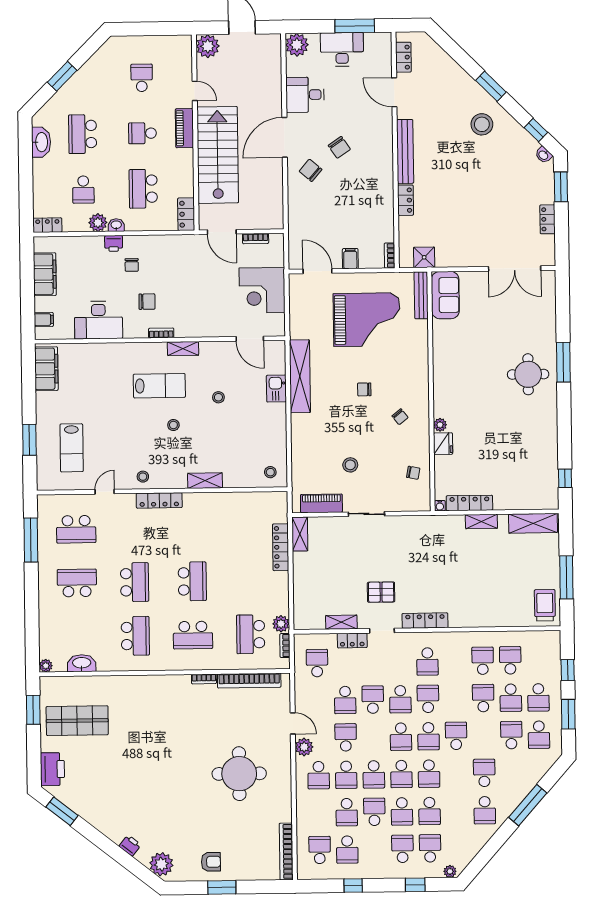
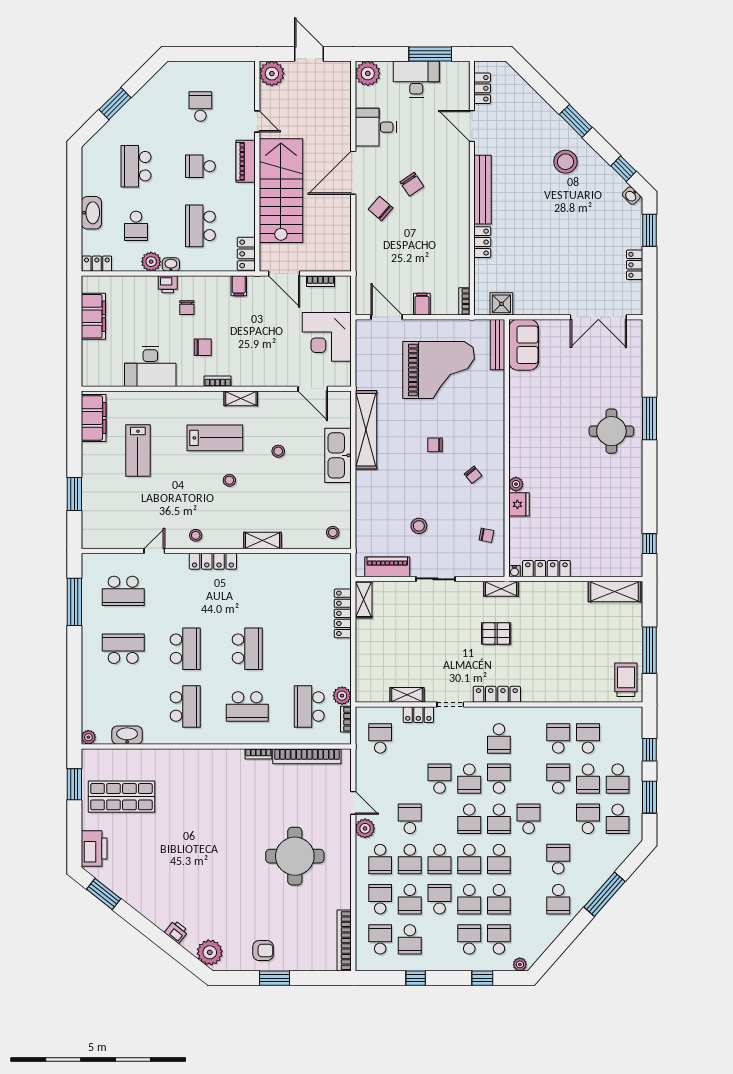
washbasin: (41, 142) -> (91, 213), moved
filing cabinet: (44, 320) -> (239, 286), moved, turned 90
kitchen sink: (276, 389) -> (338, 455), width x1.88, depth x1.24
lab bench: (72, 448) -> (138, 450), moved
shelving: (481, 521) -> (501, 589), moved
pallet: (381, 592) -> (496, 633), moved
school desk: (345, 700) -> (380, 899), moved, turned 180

